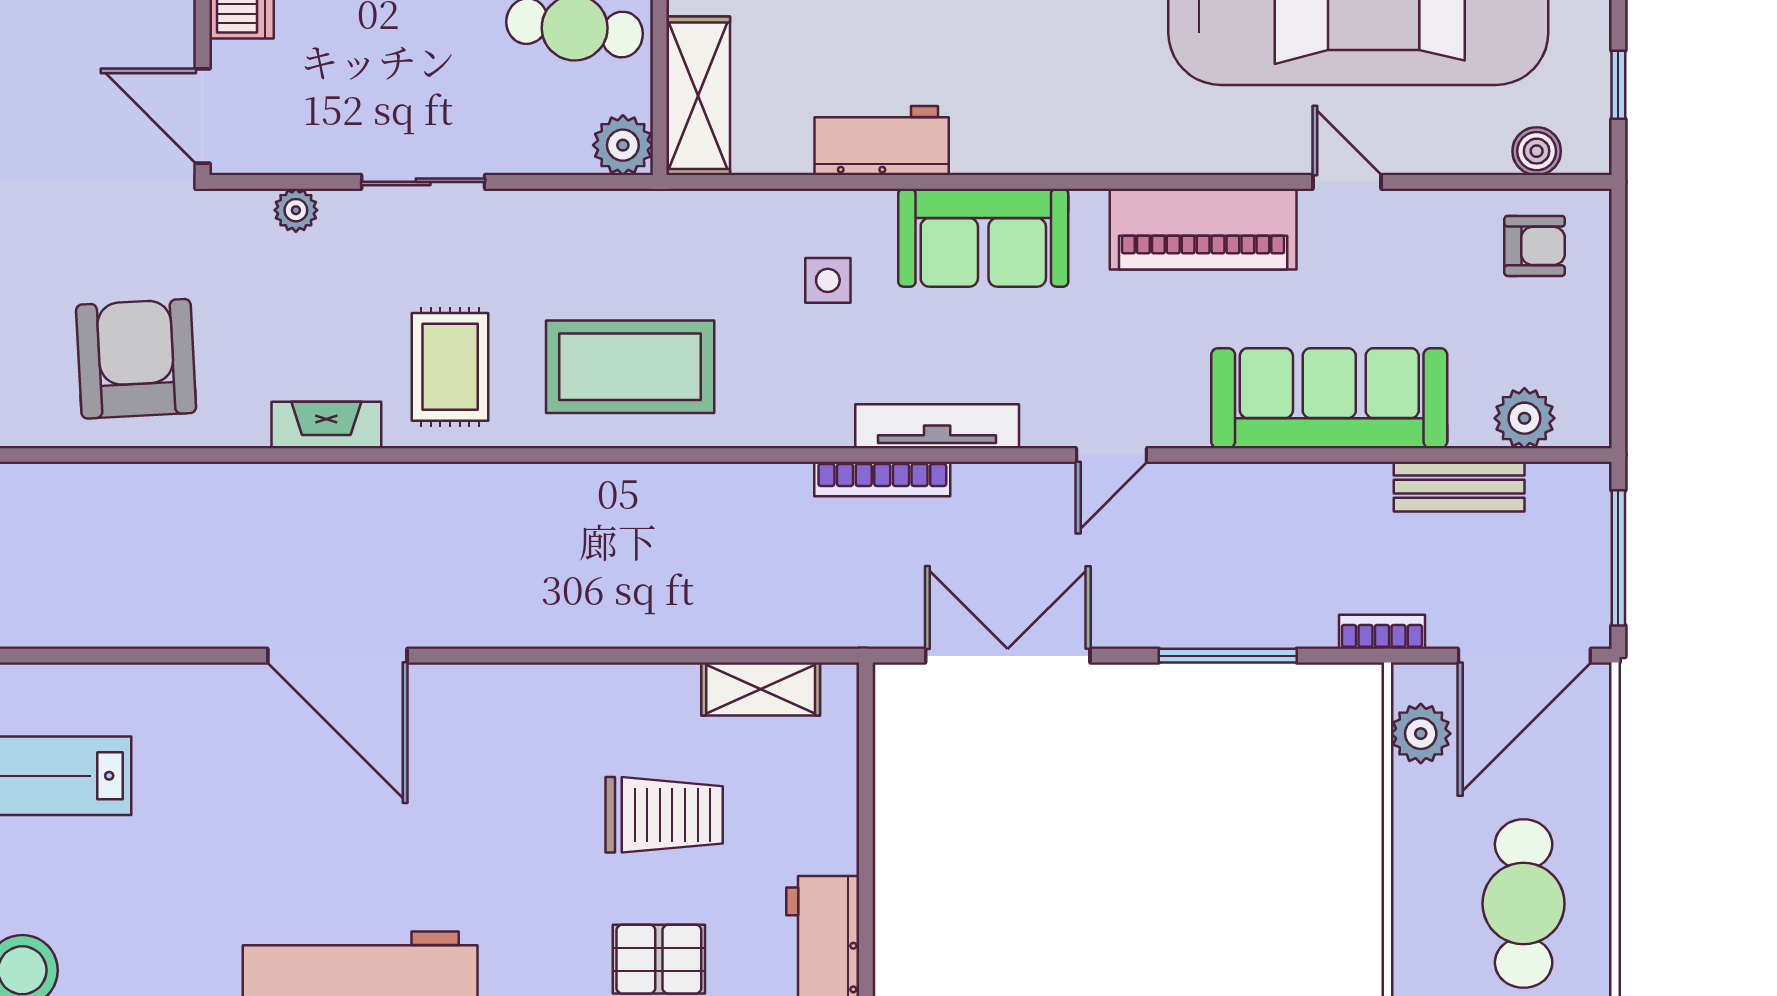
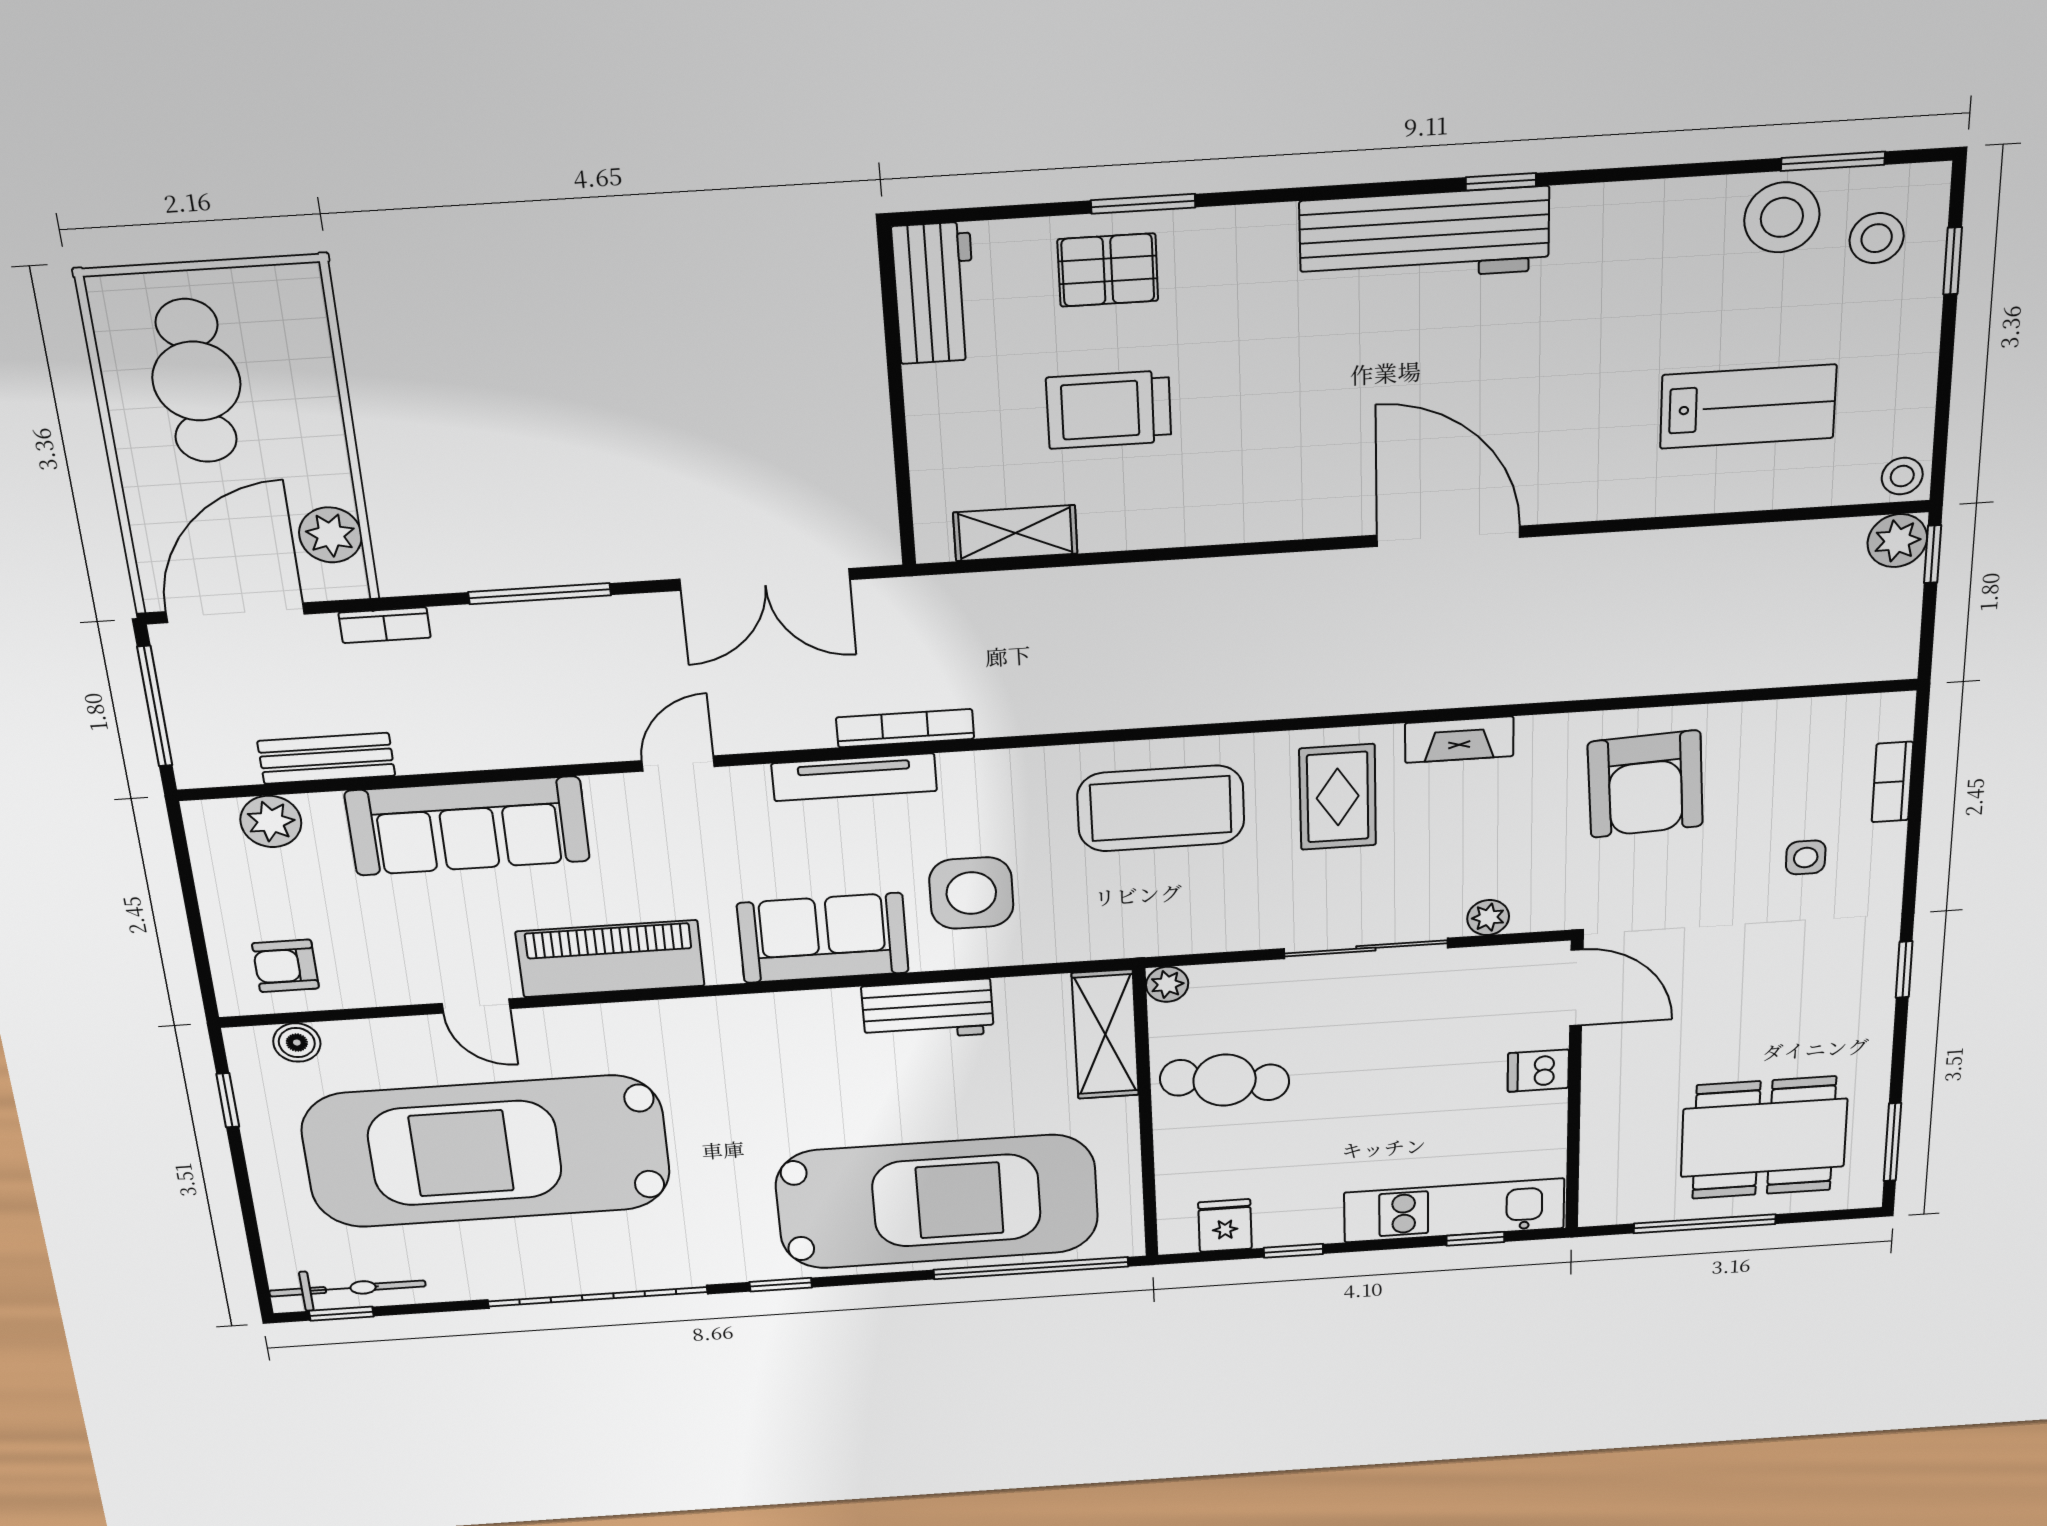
plant: (623, 145) -> (1167, 984), width x0.73, depth x0.73
sliding door: (423, 182) -> (1366, 948), width x1.37
side table: (828, 280) -> (971, 893), width x1.87, depth x1.87

